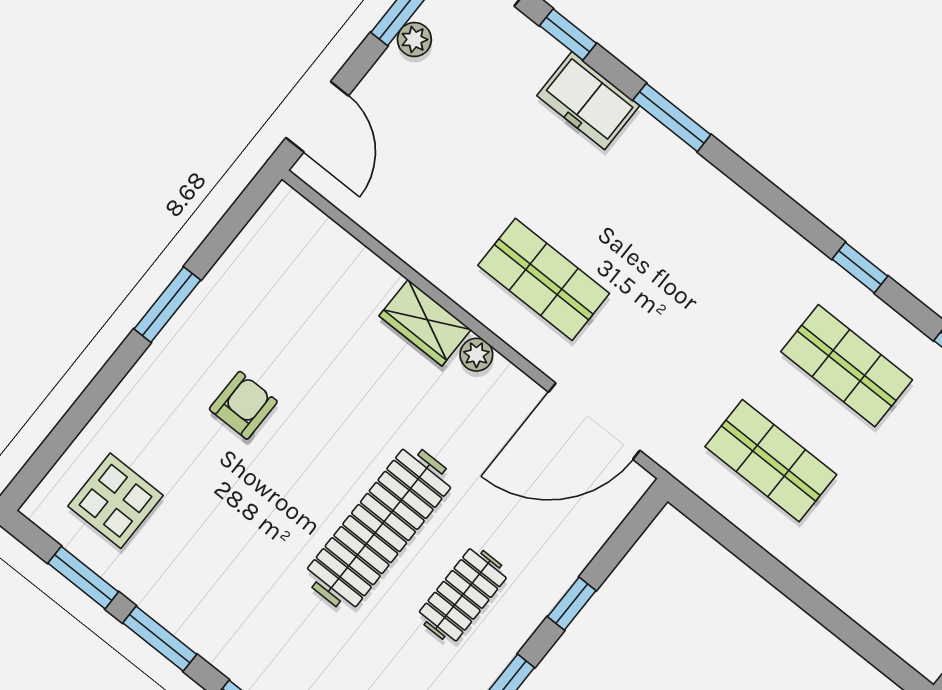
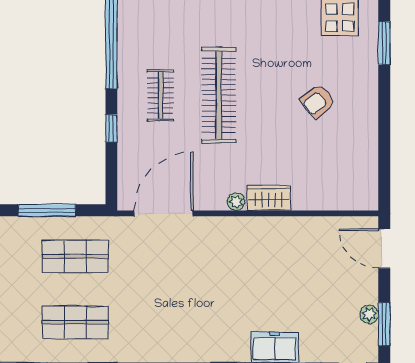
shop shelf: (544, 279) -> (233, 256), removed
window: (167, 305) -> (384, 43), moved
armchair: (243, 405) -> (318, 101), turned 53
window: (759, 560) -> (47, 210), added

